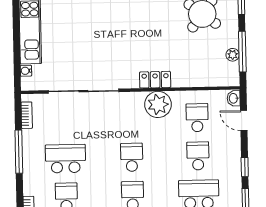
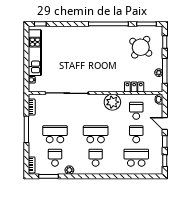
locker: (155, 80) -> (134, 87), moved
door: (244, 121) -> (165, 123), moved
school desk: (132, 157) -> (96, 134), width x1.85

